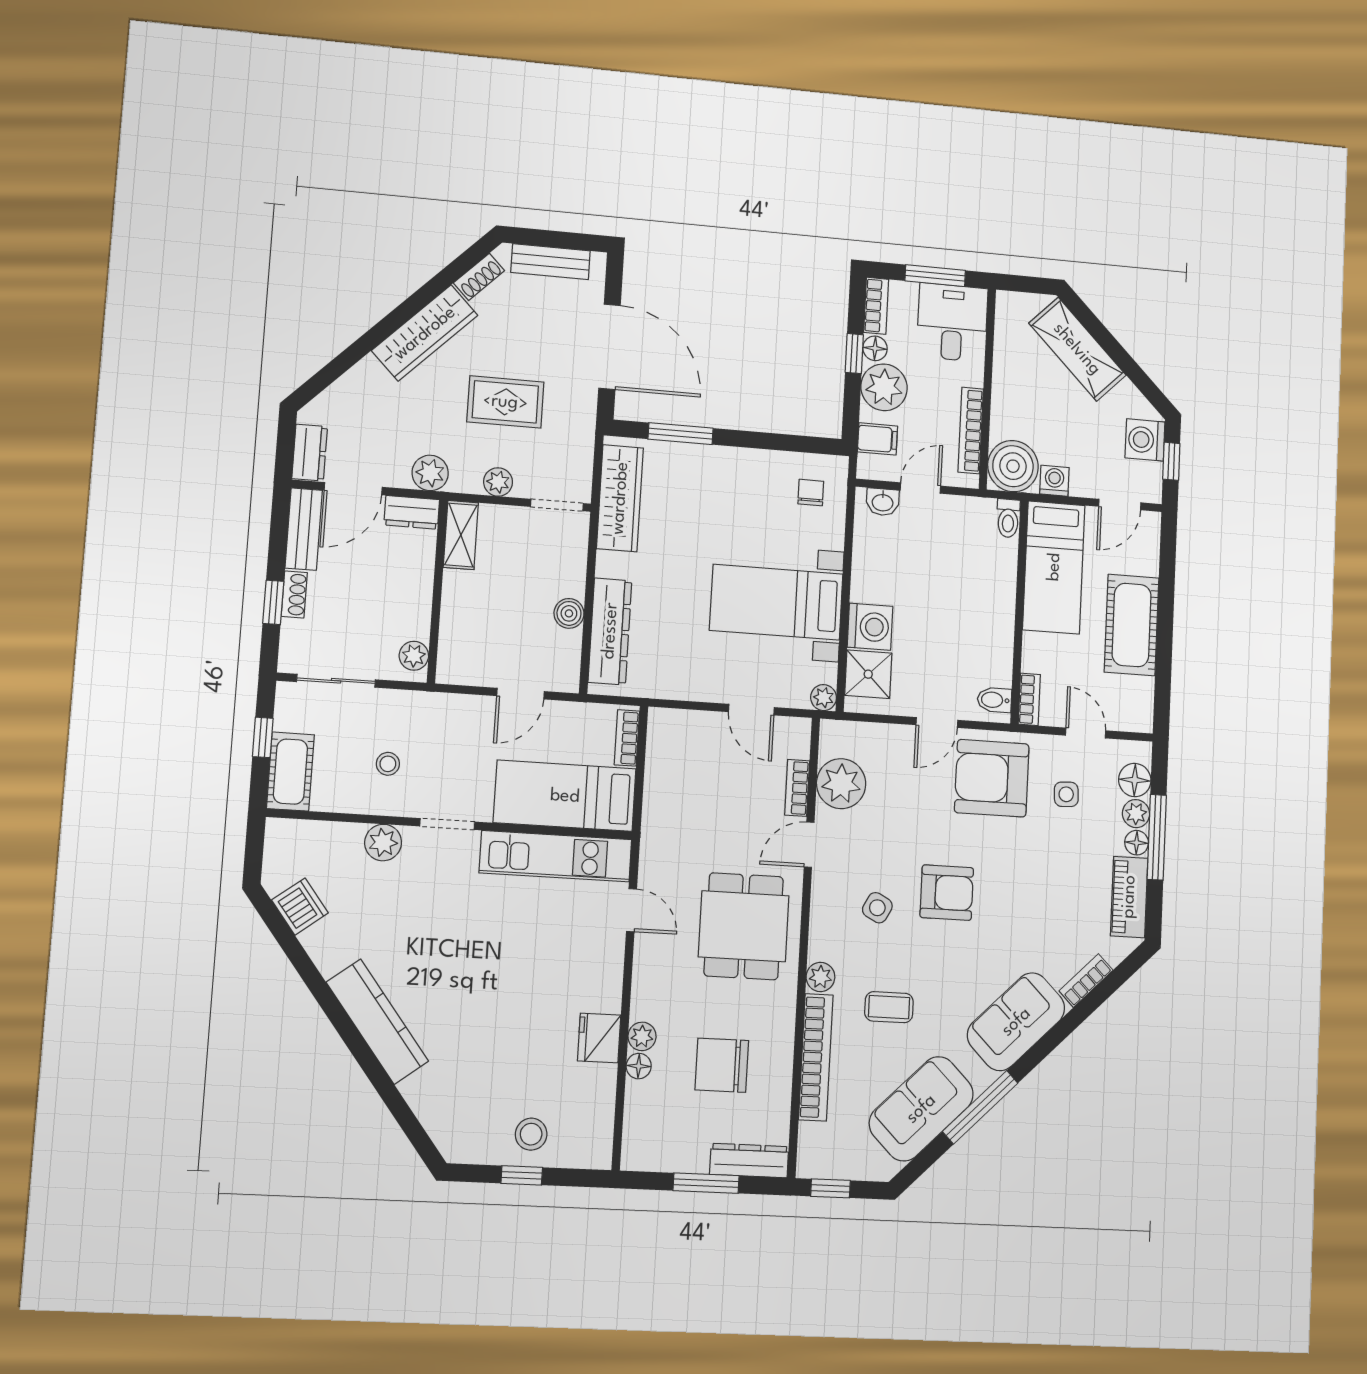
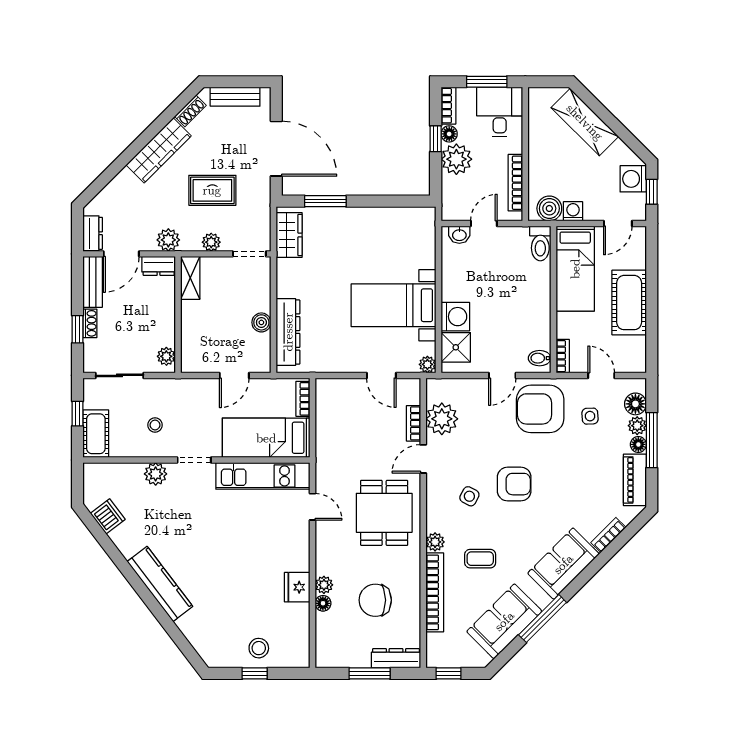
filing cabinet: (877, 439) -> (454, 194), removed
boiler: (1013, 466) -> (549, 208), width x0.73, depth x0.73
chair: (811, 492) -> (412, 232), removed
wardrobe: (620, 498) -> (289, 235), width x0.67
toilet: (1008, 518) -> (540, 243), width x1.37, depth x1.39

